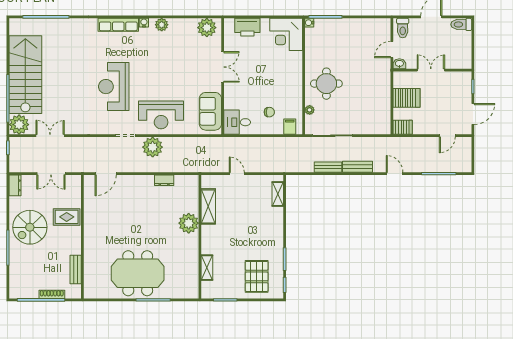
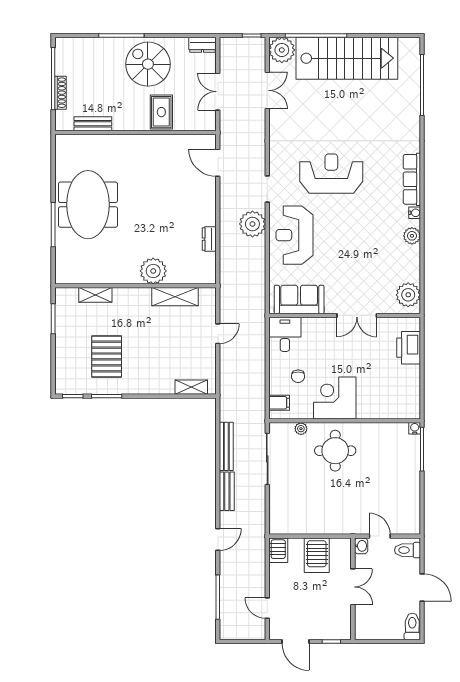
corner desk: (286, 34) -> (335, 398), moved
bench: (328, 167) -> (226, 446), width x1.36
pallet: (257, 276) -> (107, 356), moved, turned 90

